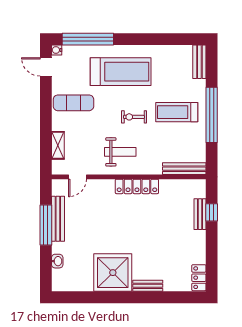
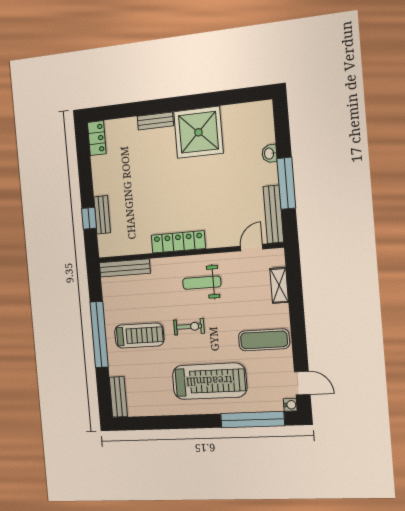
treadmill: (121, 72) -> (209, 381), turned 180
bench: (58, 219) -> (273, 214), moved
washbasin: (57, 261) -> (269, 154), moved

